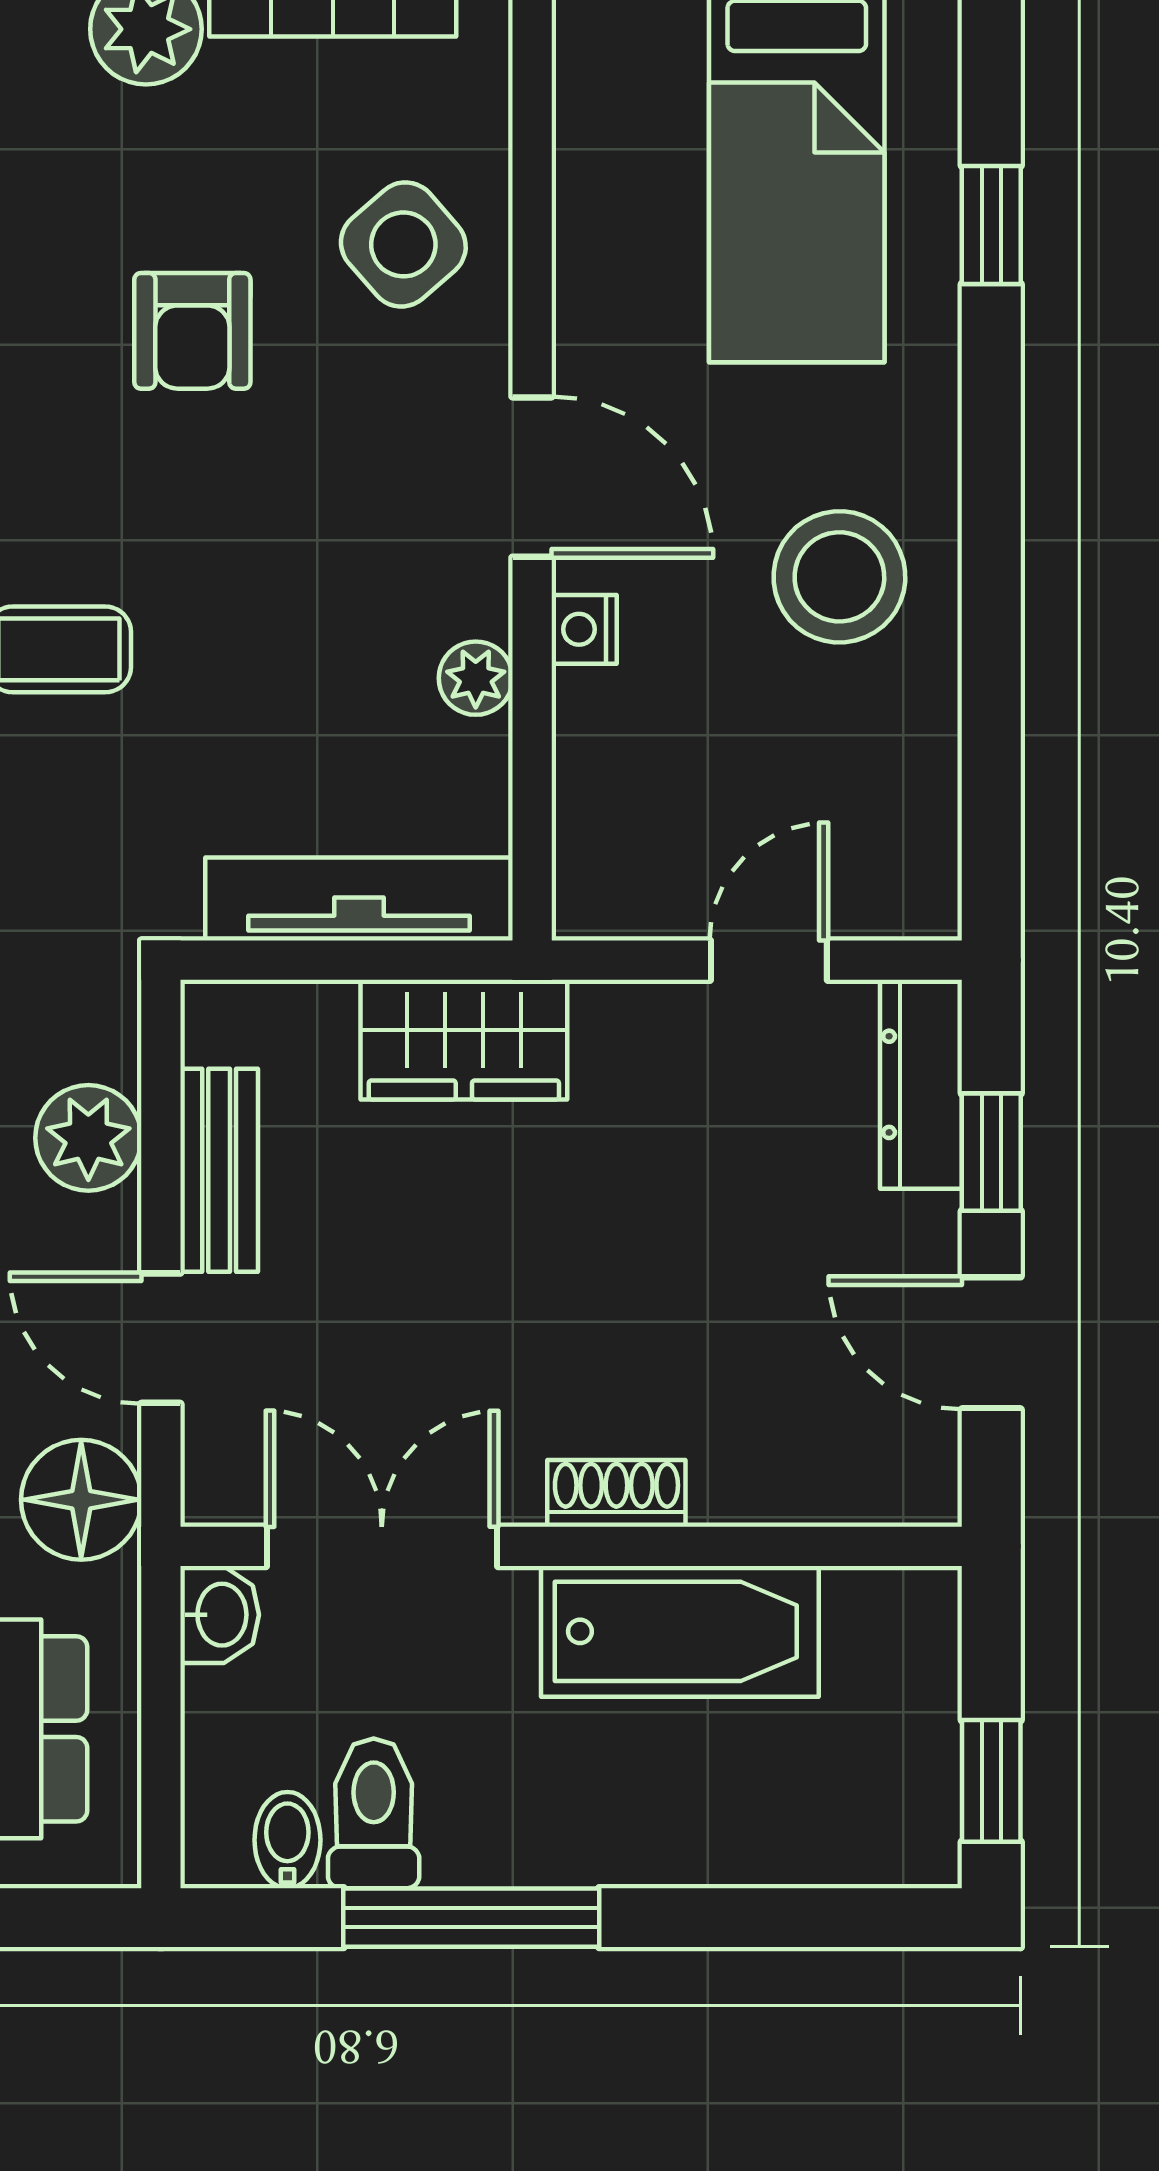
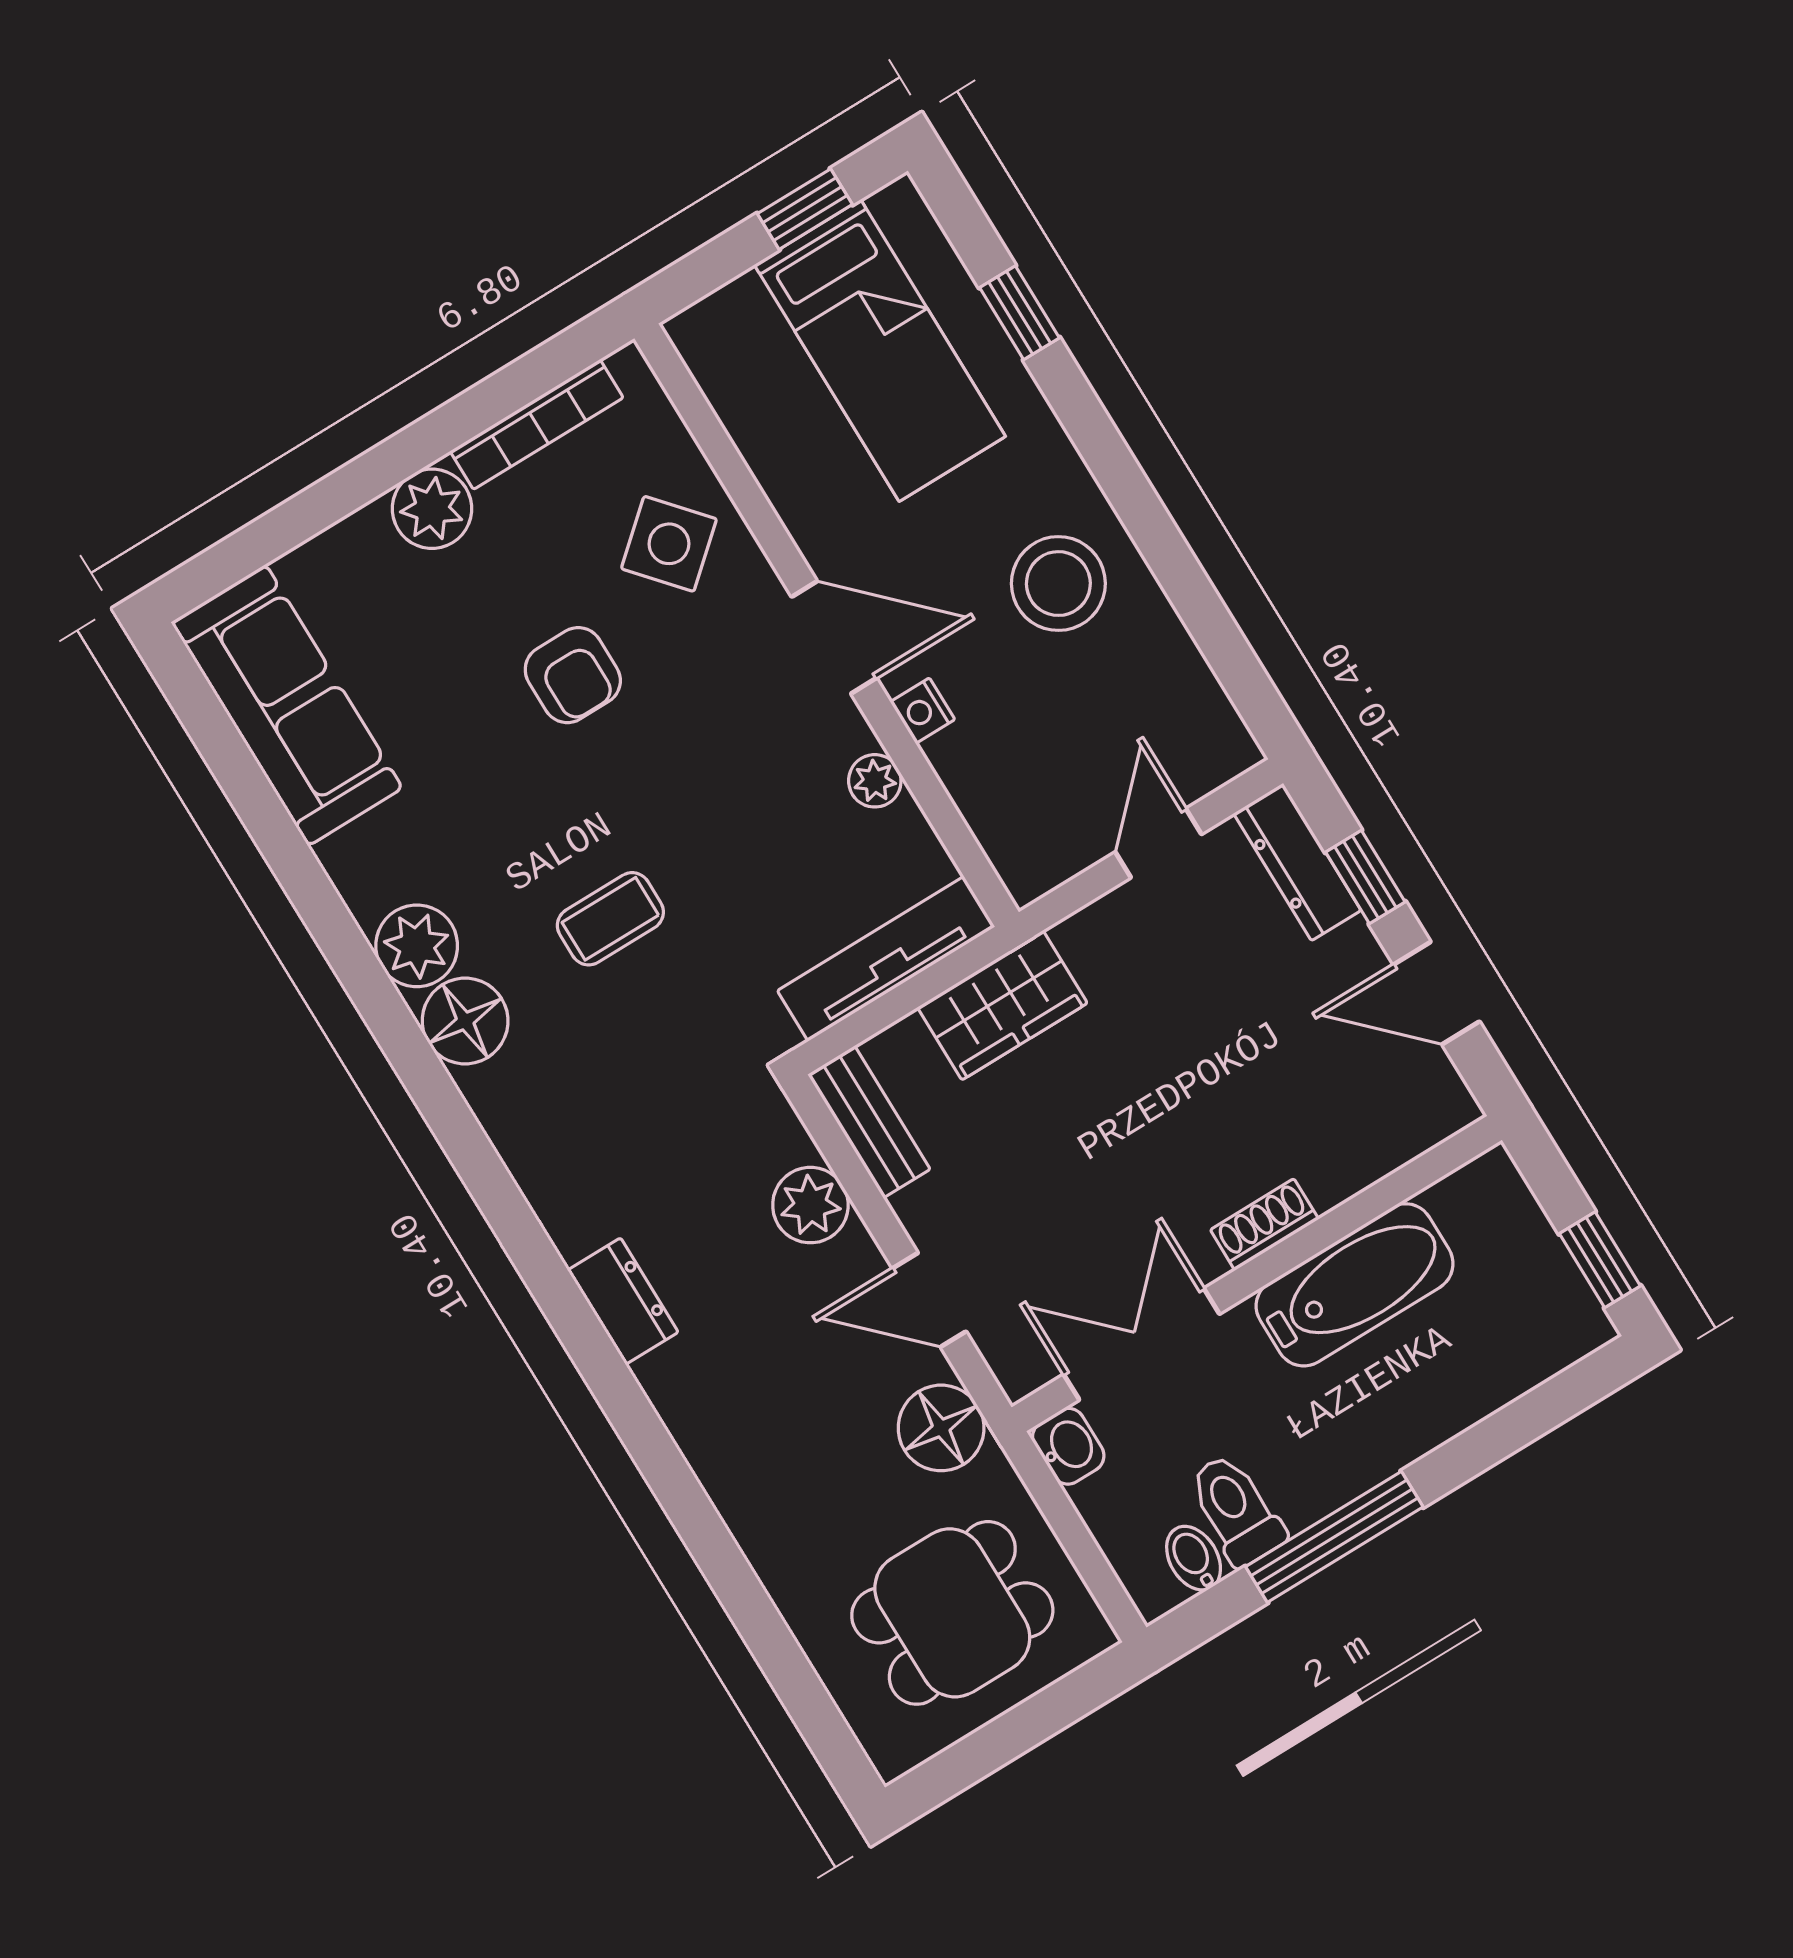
bench: (219, 1170) -> (869, 1122), moved

